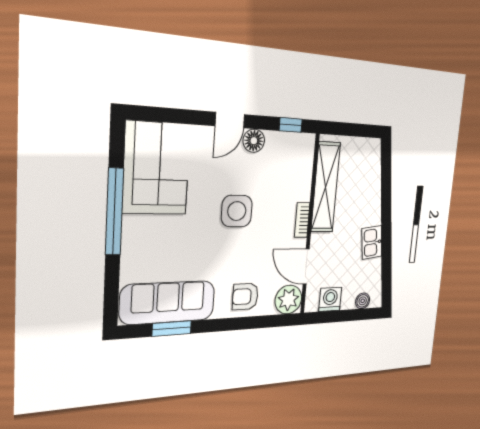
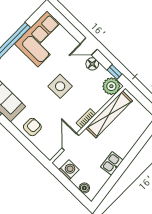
armchair: (245, 296) -> (32, 127), turned 90
plant: (288, 300) -> (111, 86), moved

